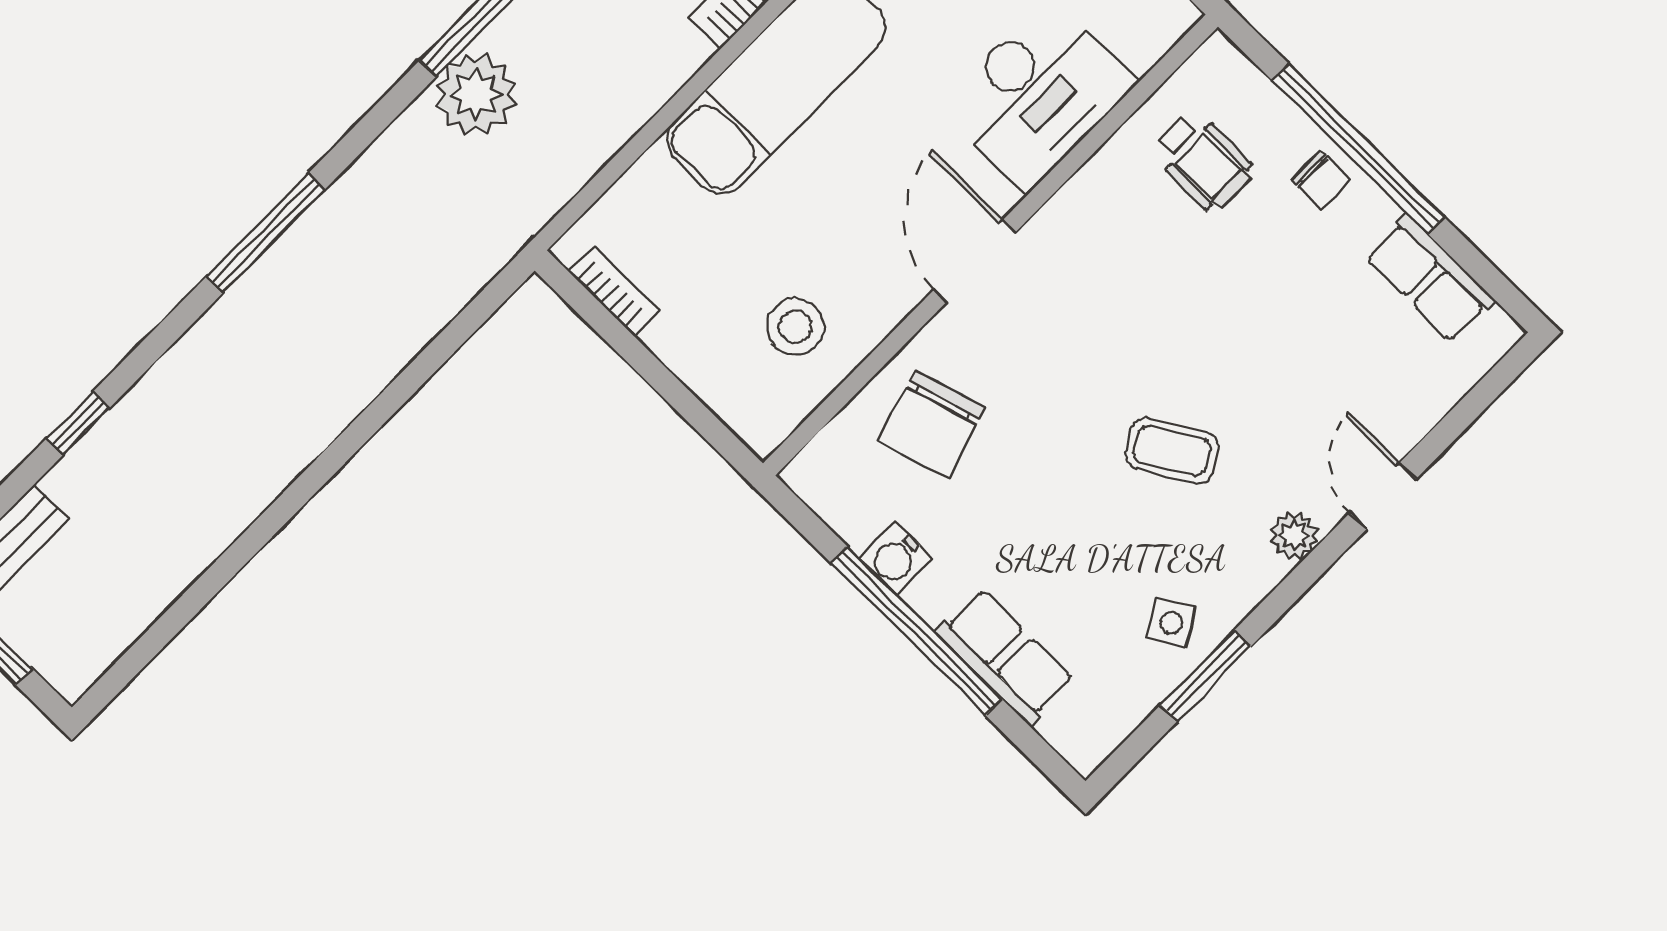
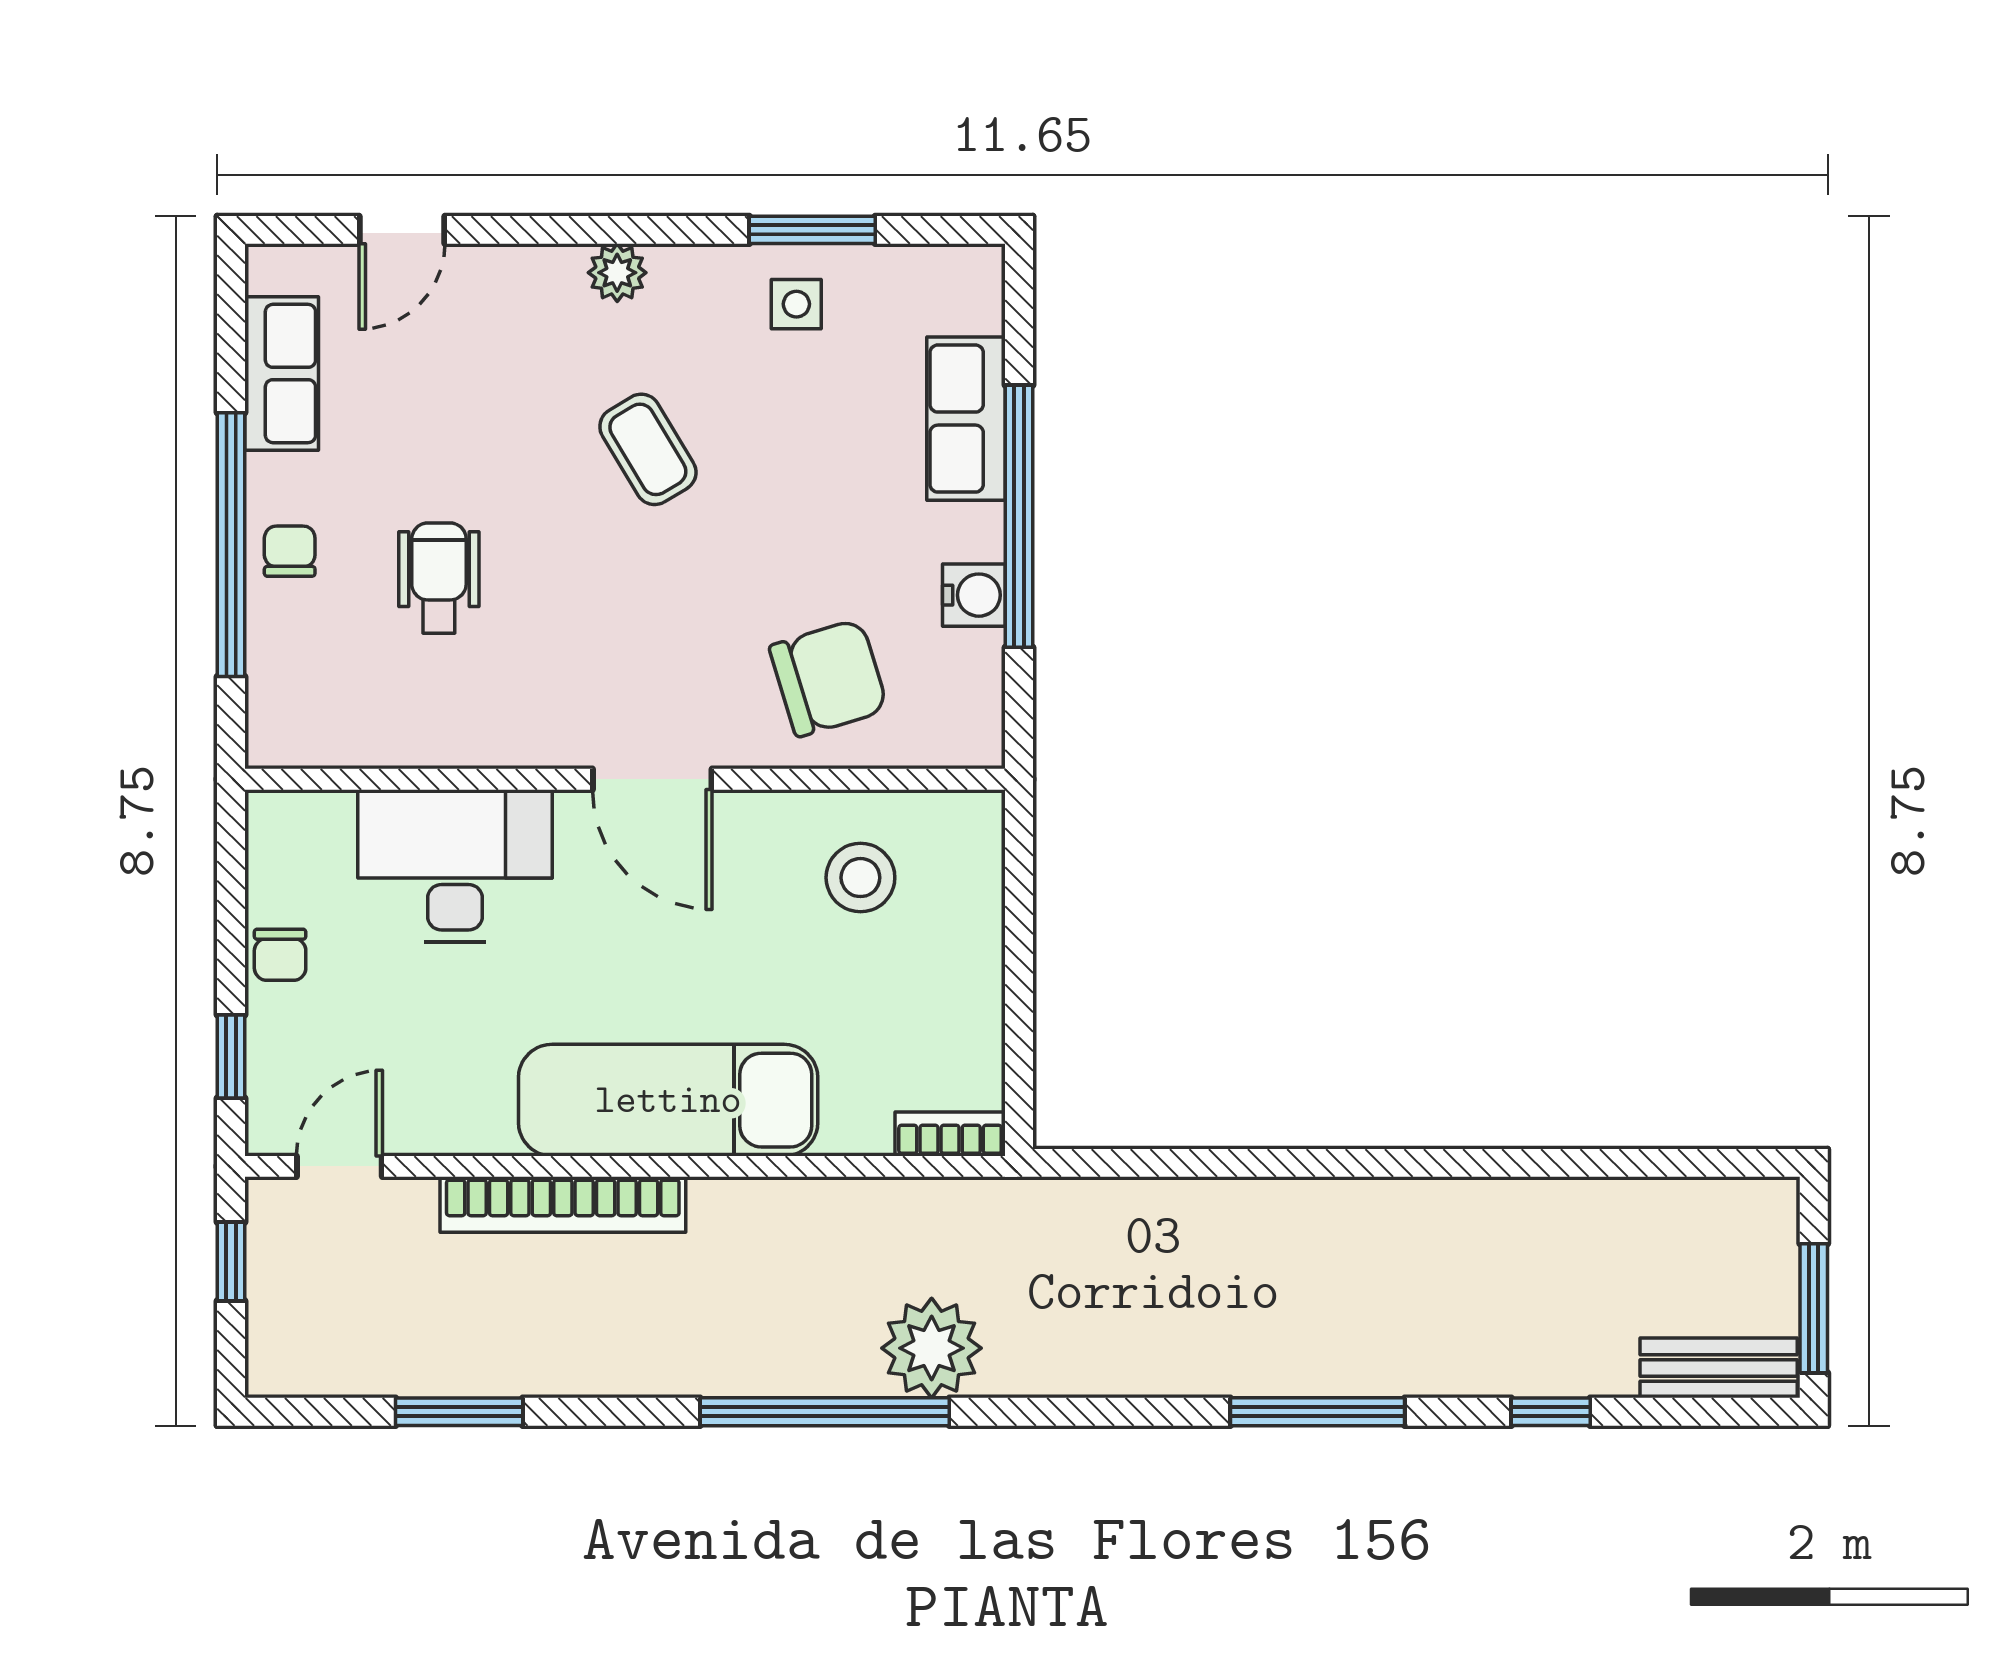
wheelchair: (1203, 162) -> (439, 578), moved
window: (266, 233) -> (1317, 1412), moved
door: (975, 261) -> (652, 779), hinge flipped
bookcase: (614, 291) -> (950, 1134), moved, turned 90
door: (1383, 496) -> (402, 230), moved
side table: (1171, 623) -> (796, 304), turned 31

